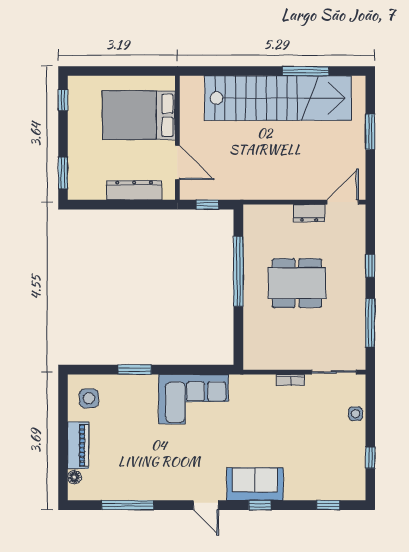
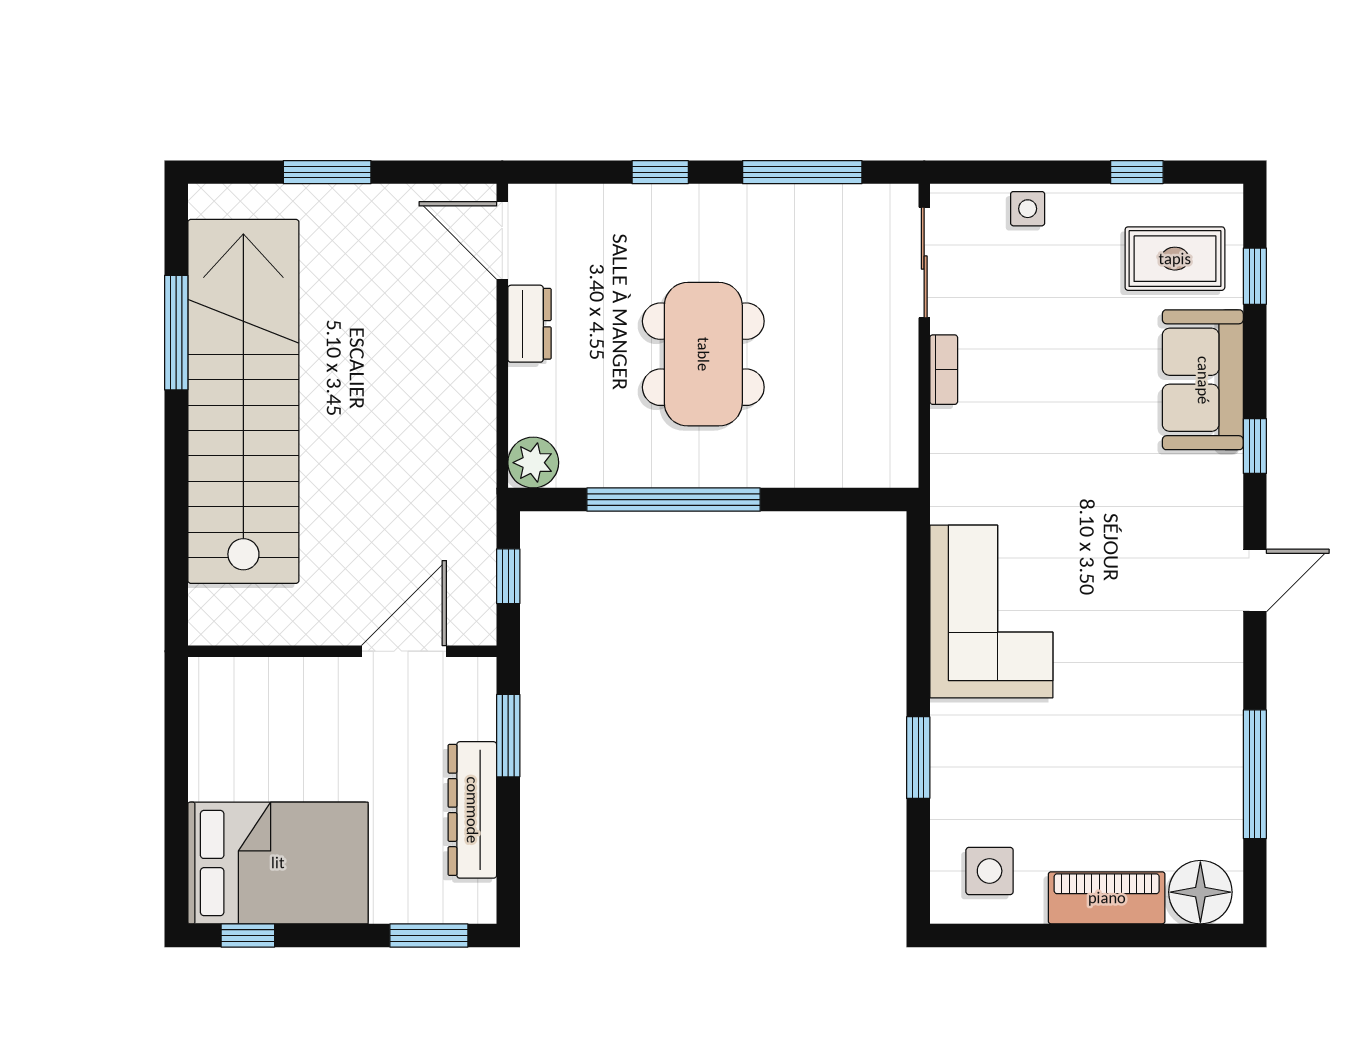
bed: (139, 115) -> (278, 863), moved, turned -90
dresser: (134, 190) -> (472, 810), moved
window: (143, 205) -> (508, 736), added
plant: (253, 215) -> (533, 463), added
rug: (335, 473) -> (1175, 259), added
floor lamp: (74, 477) -> (1200, 892), width x1.89, depth x1.89
sofa: (255, 484) -> (1203, 380), moved

